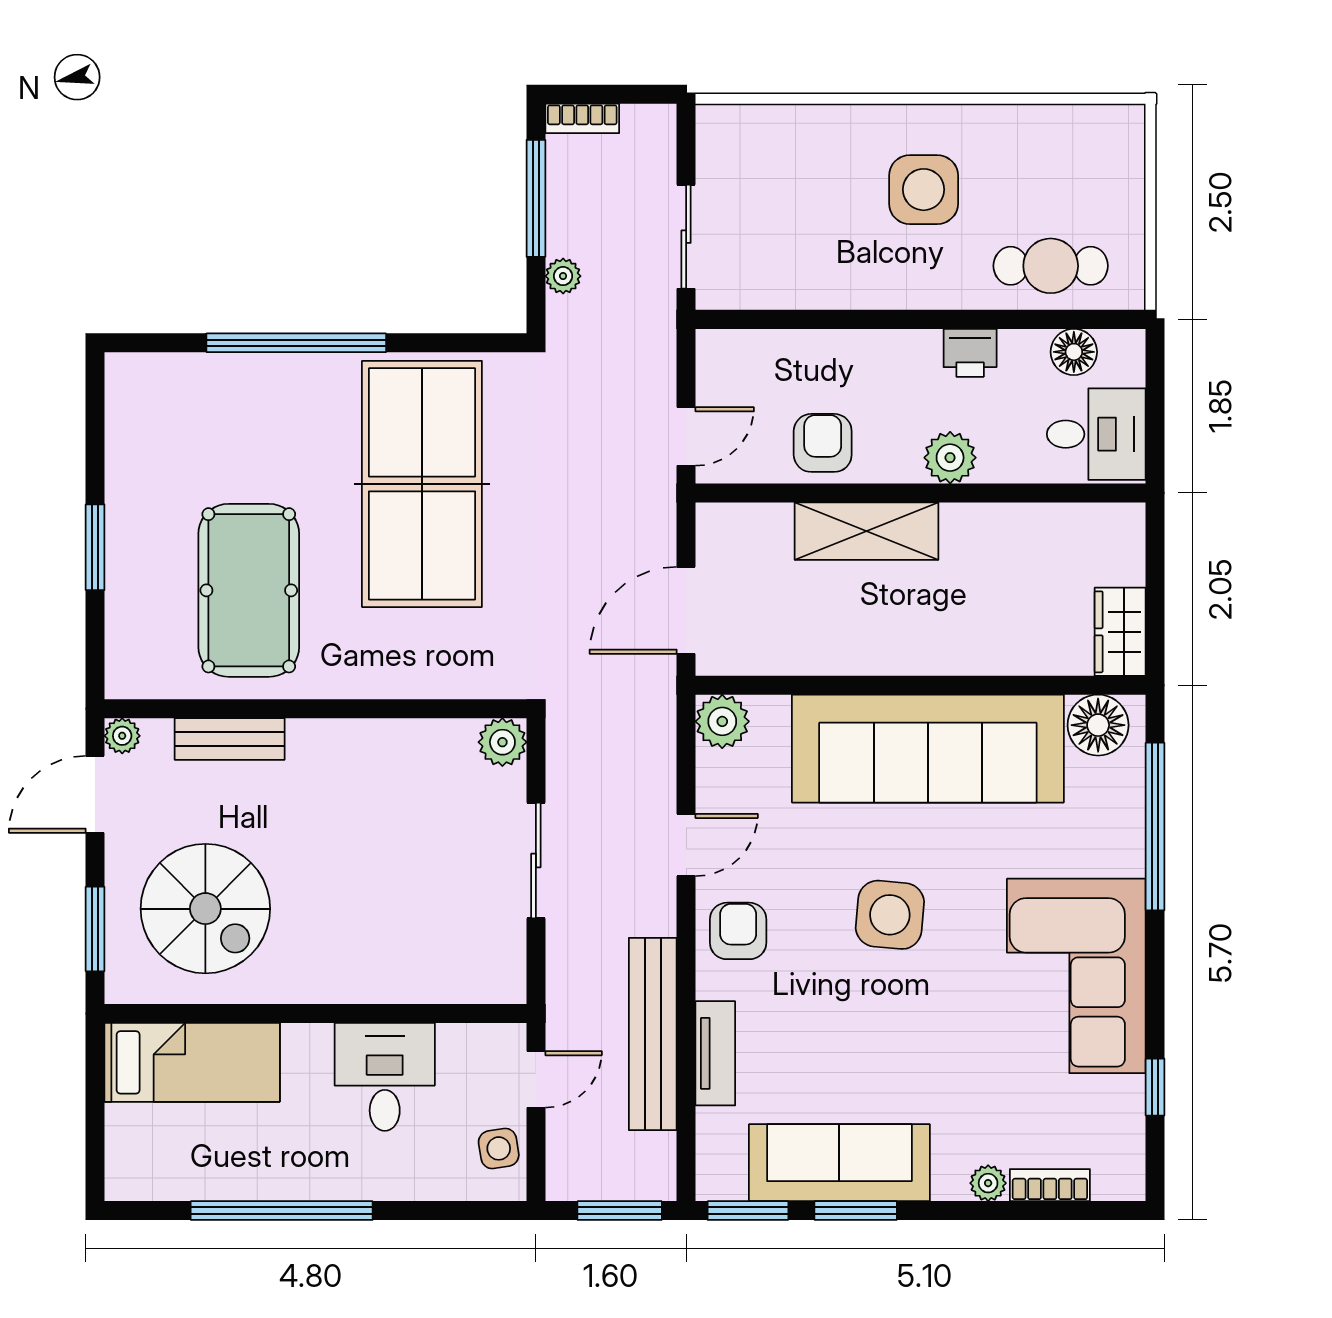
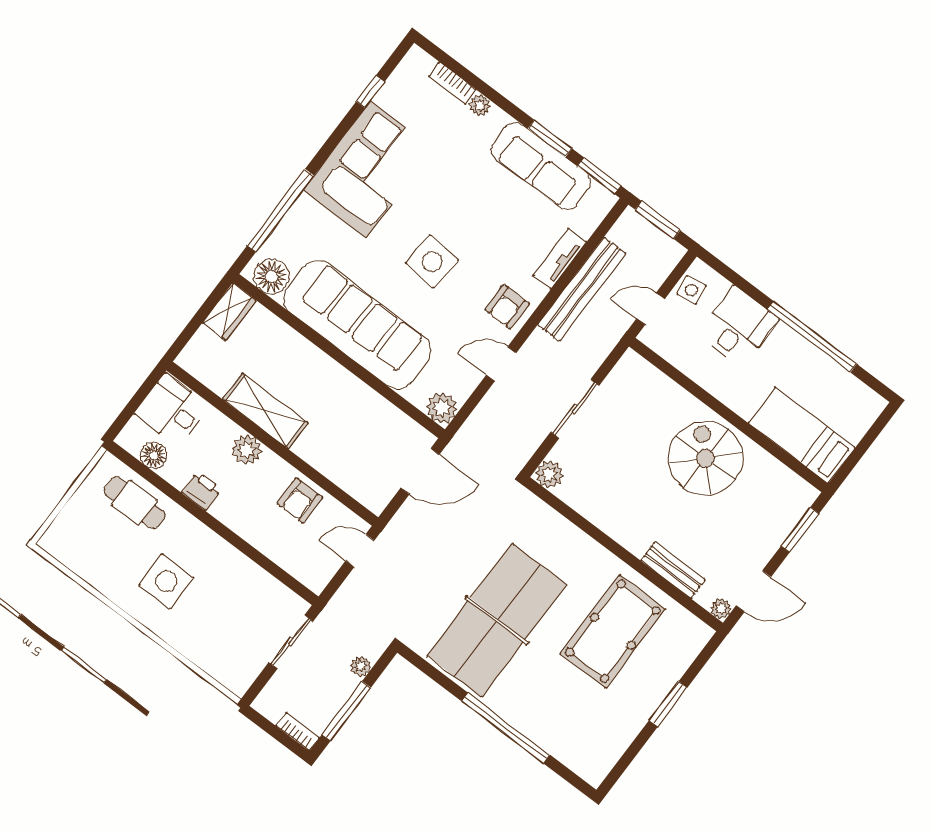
shelving: (867, 531) -> (265, 411), moved
spiral stairs: (205, 909) -> (705, 458), moved
desk: (385, 1077) -> (738, 326), moved, turned 180

